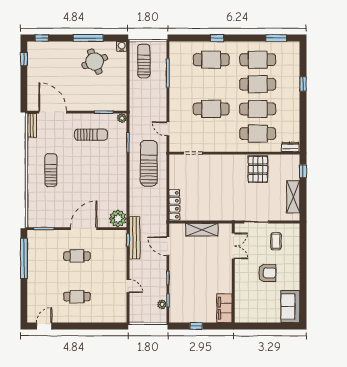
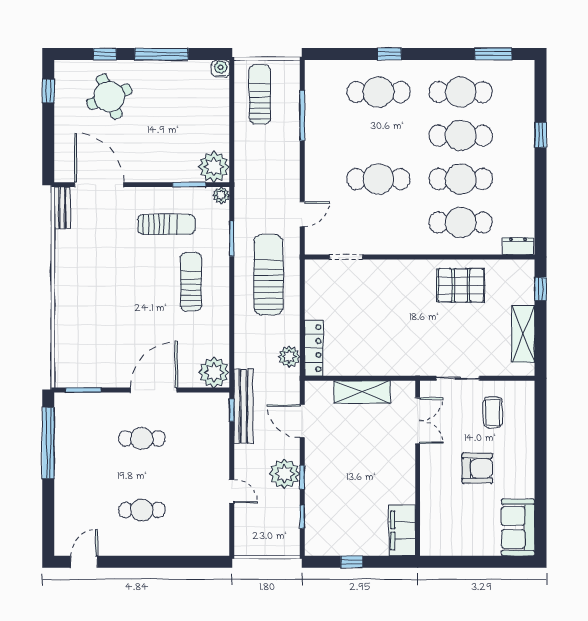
window: (42, 38) -> (105, 54), moved
round table: (95, 62) -> (109, 97), moved
plant: (118, 102) -> (214, 167), added
door: (168, 129) -> (302, 214), swing flipped
pallet: (258, 169) -> (461, 285), turned 90
sun lounger: (51, 170) -> (191, 282), moved
plant: (160, 210) -> (289, 357), added
plant: (162, 304) -> (285, 474), moved, width x1.88, depth x1.88

